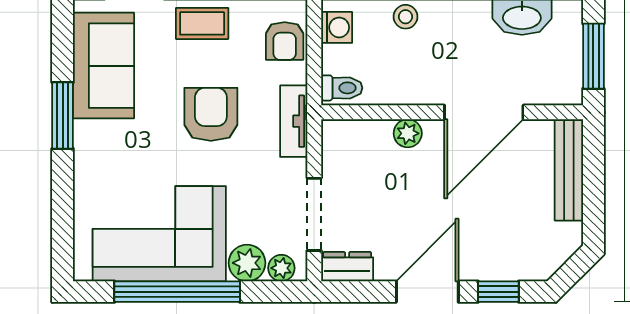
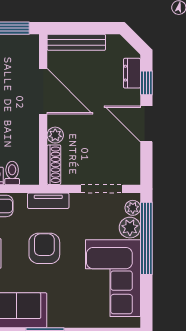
toilet: (342, 88) -> (12, 173), moved
armchair: (211, 114) -> (44, 248), turned 90
shoe rack: (356, 131) -> (54, 165), added
dresser: (347, 267) -> (132, 73), moved
window: (177, 292) -> (146, 238), moved

